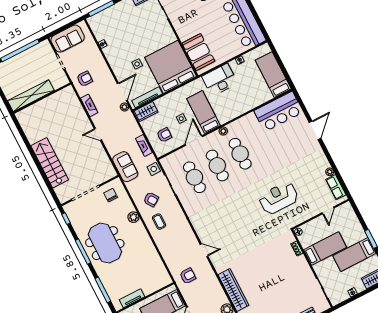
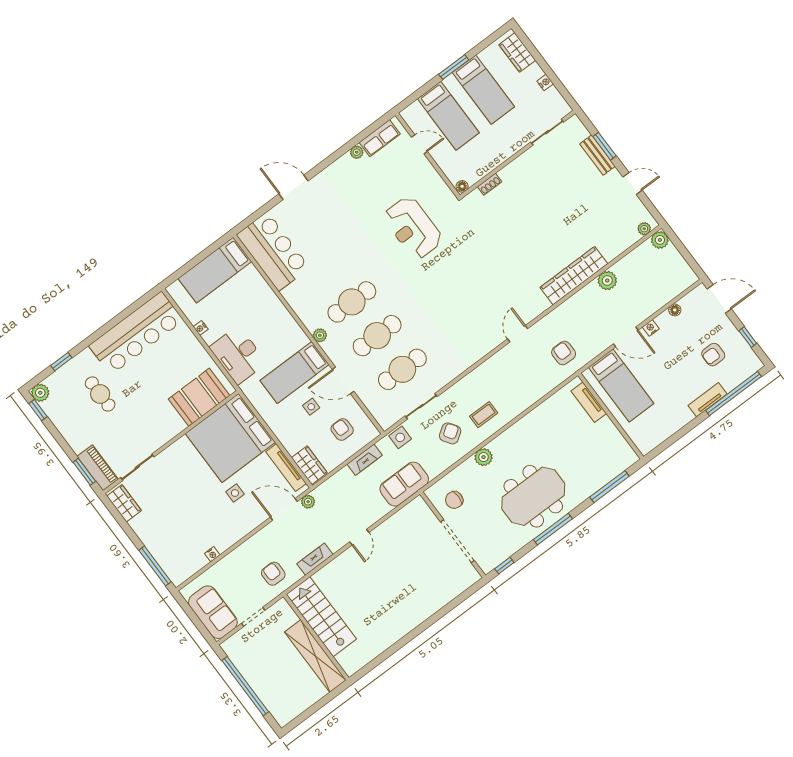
stairs: (50, 163) -> (321, 617), moved, turned 90
bed: (325, 249) -> (448, 116), moved, turned 180
tv unit: (132, 298) -> (589, 402), moved

